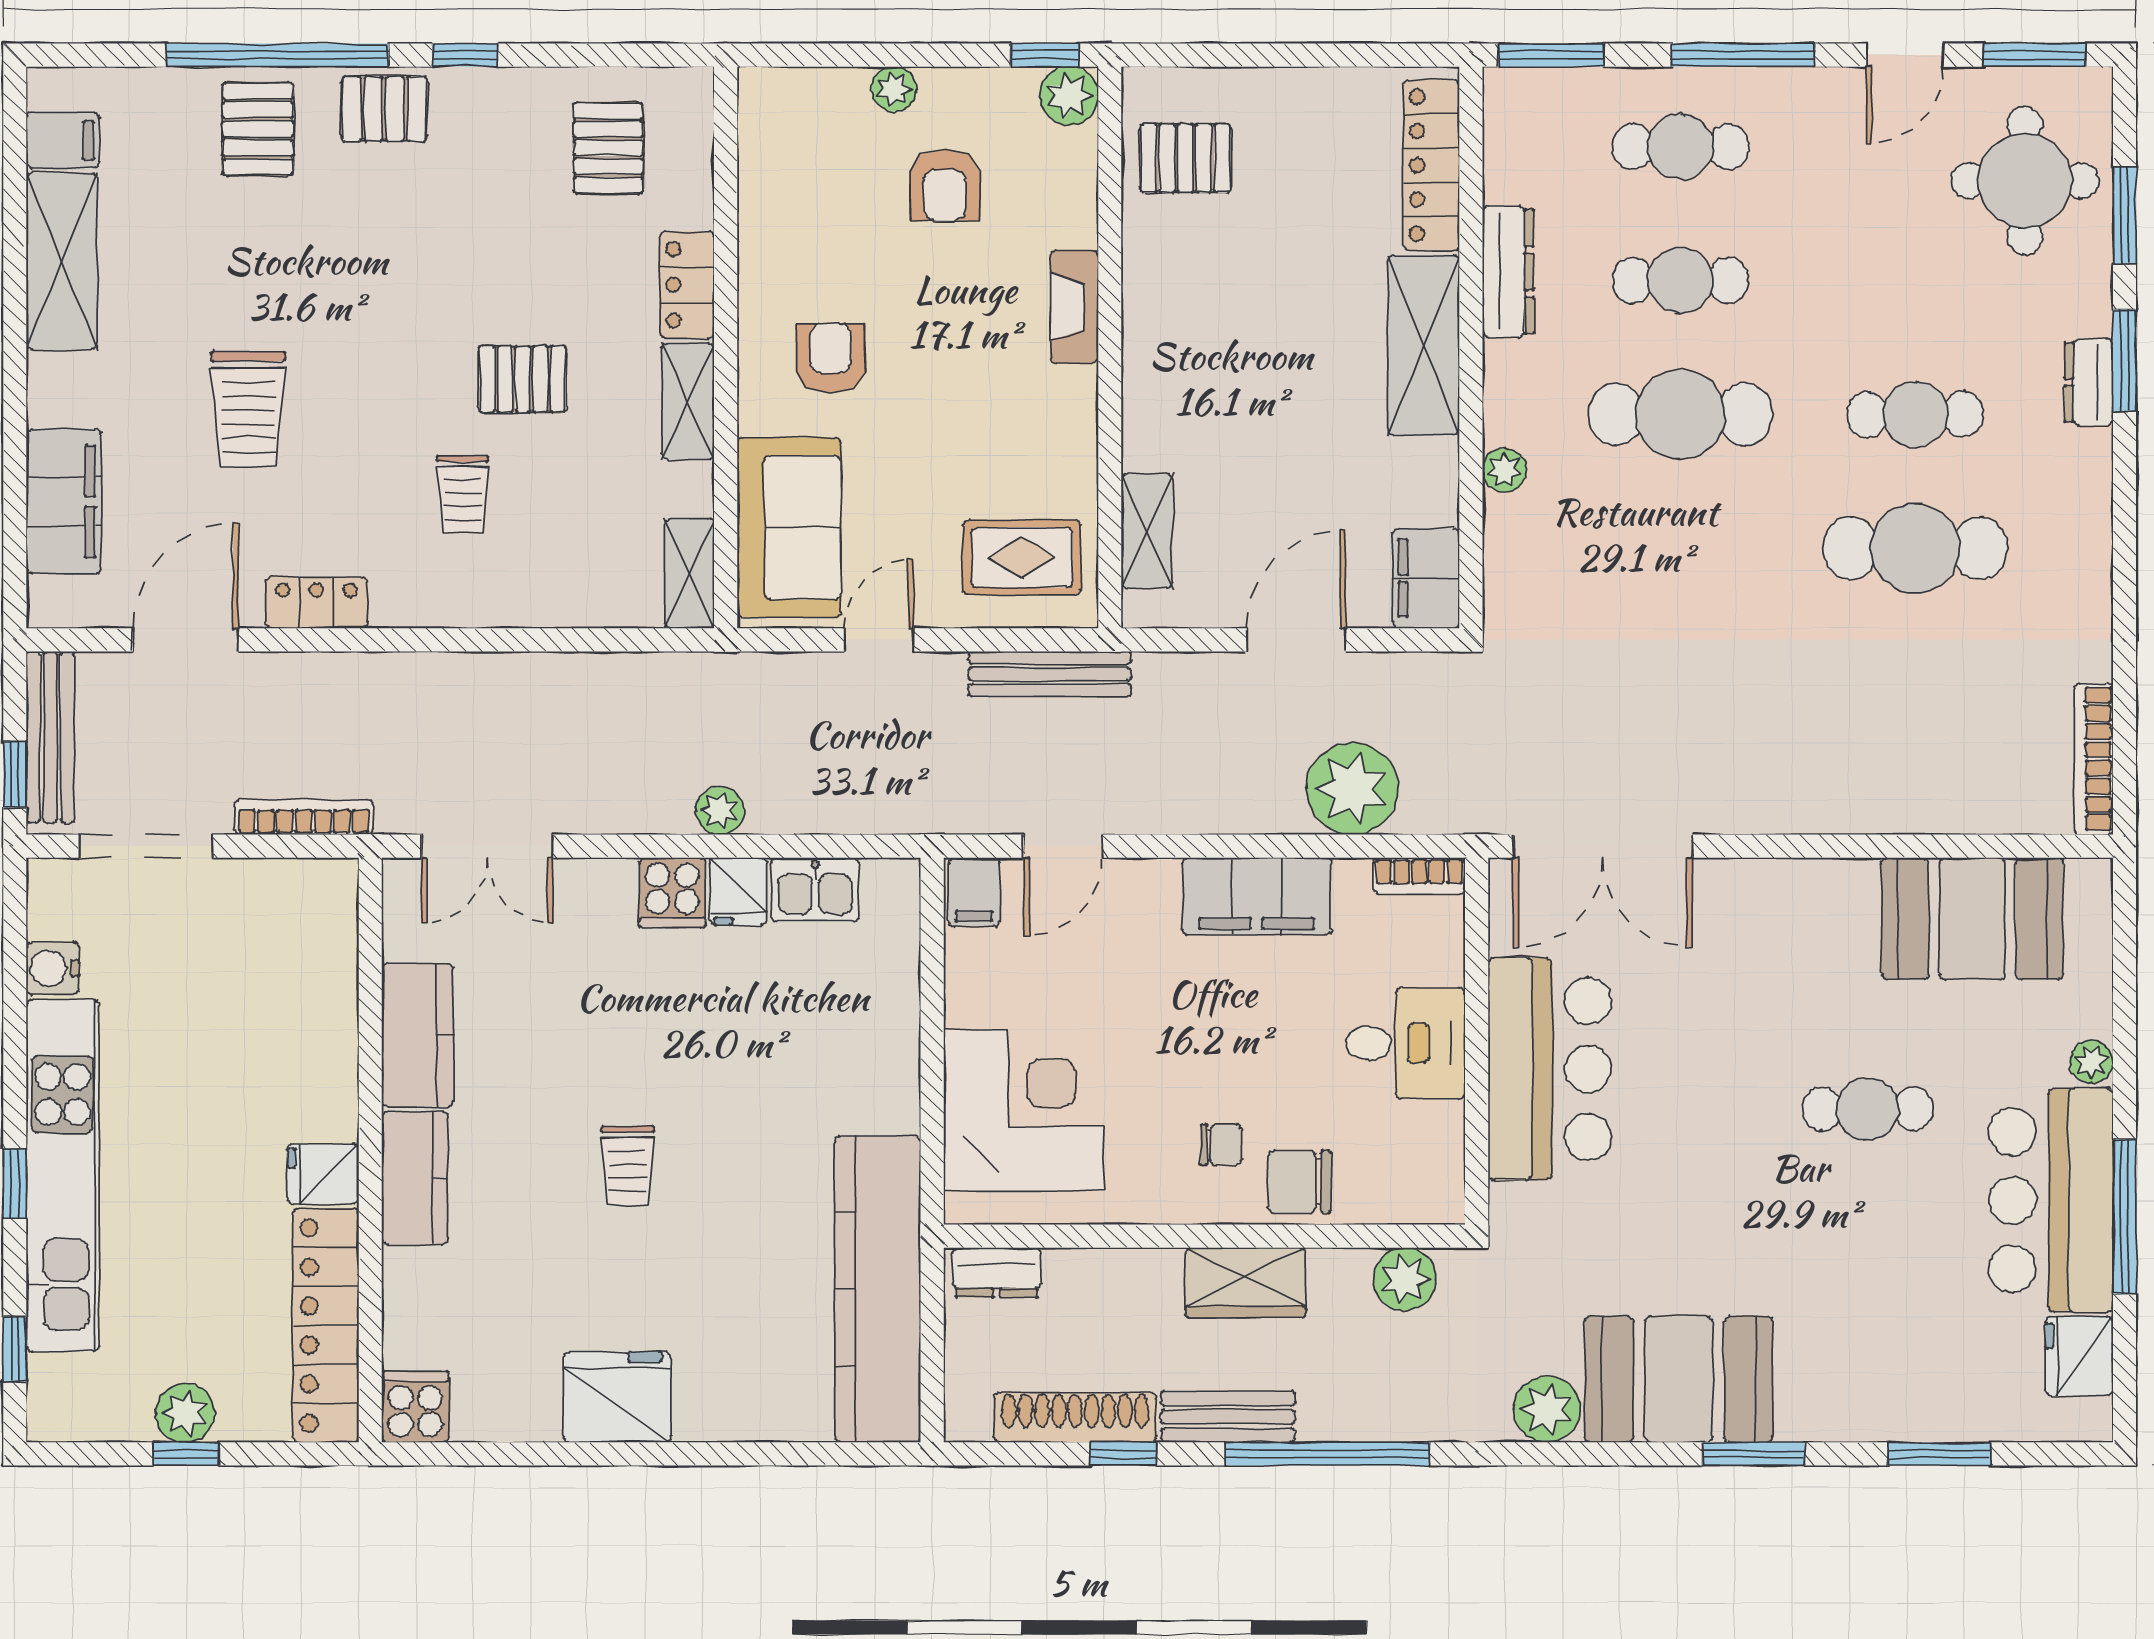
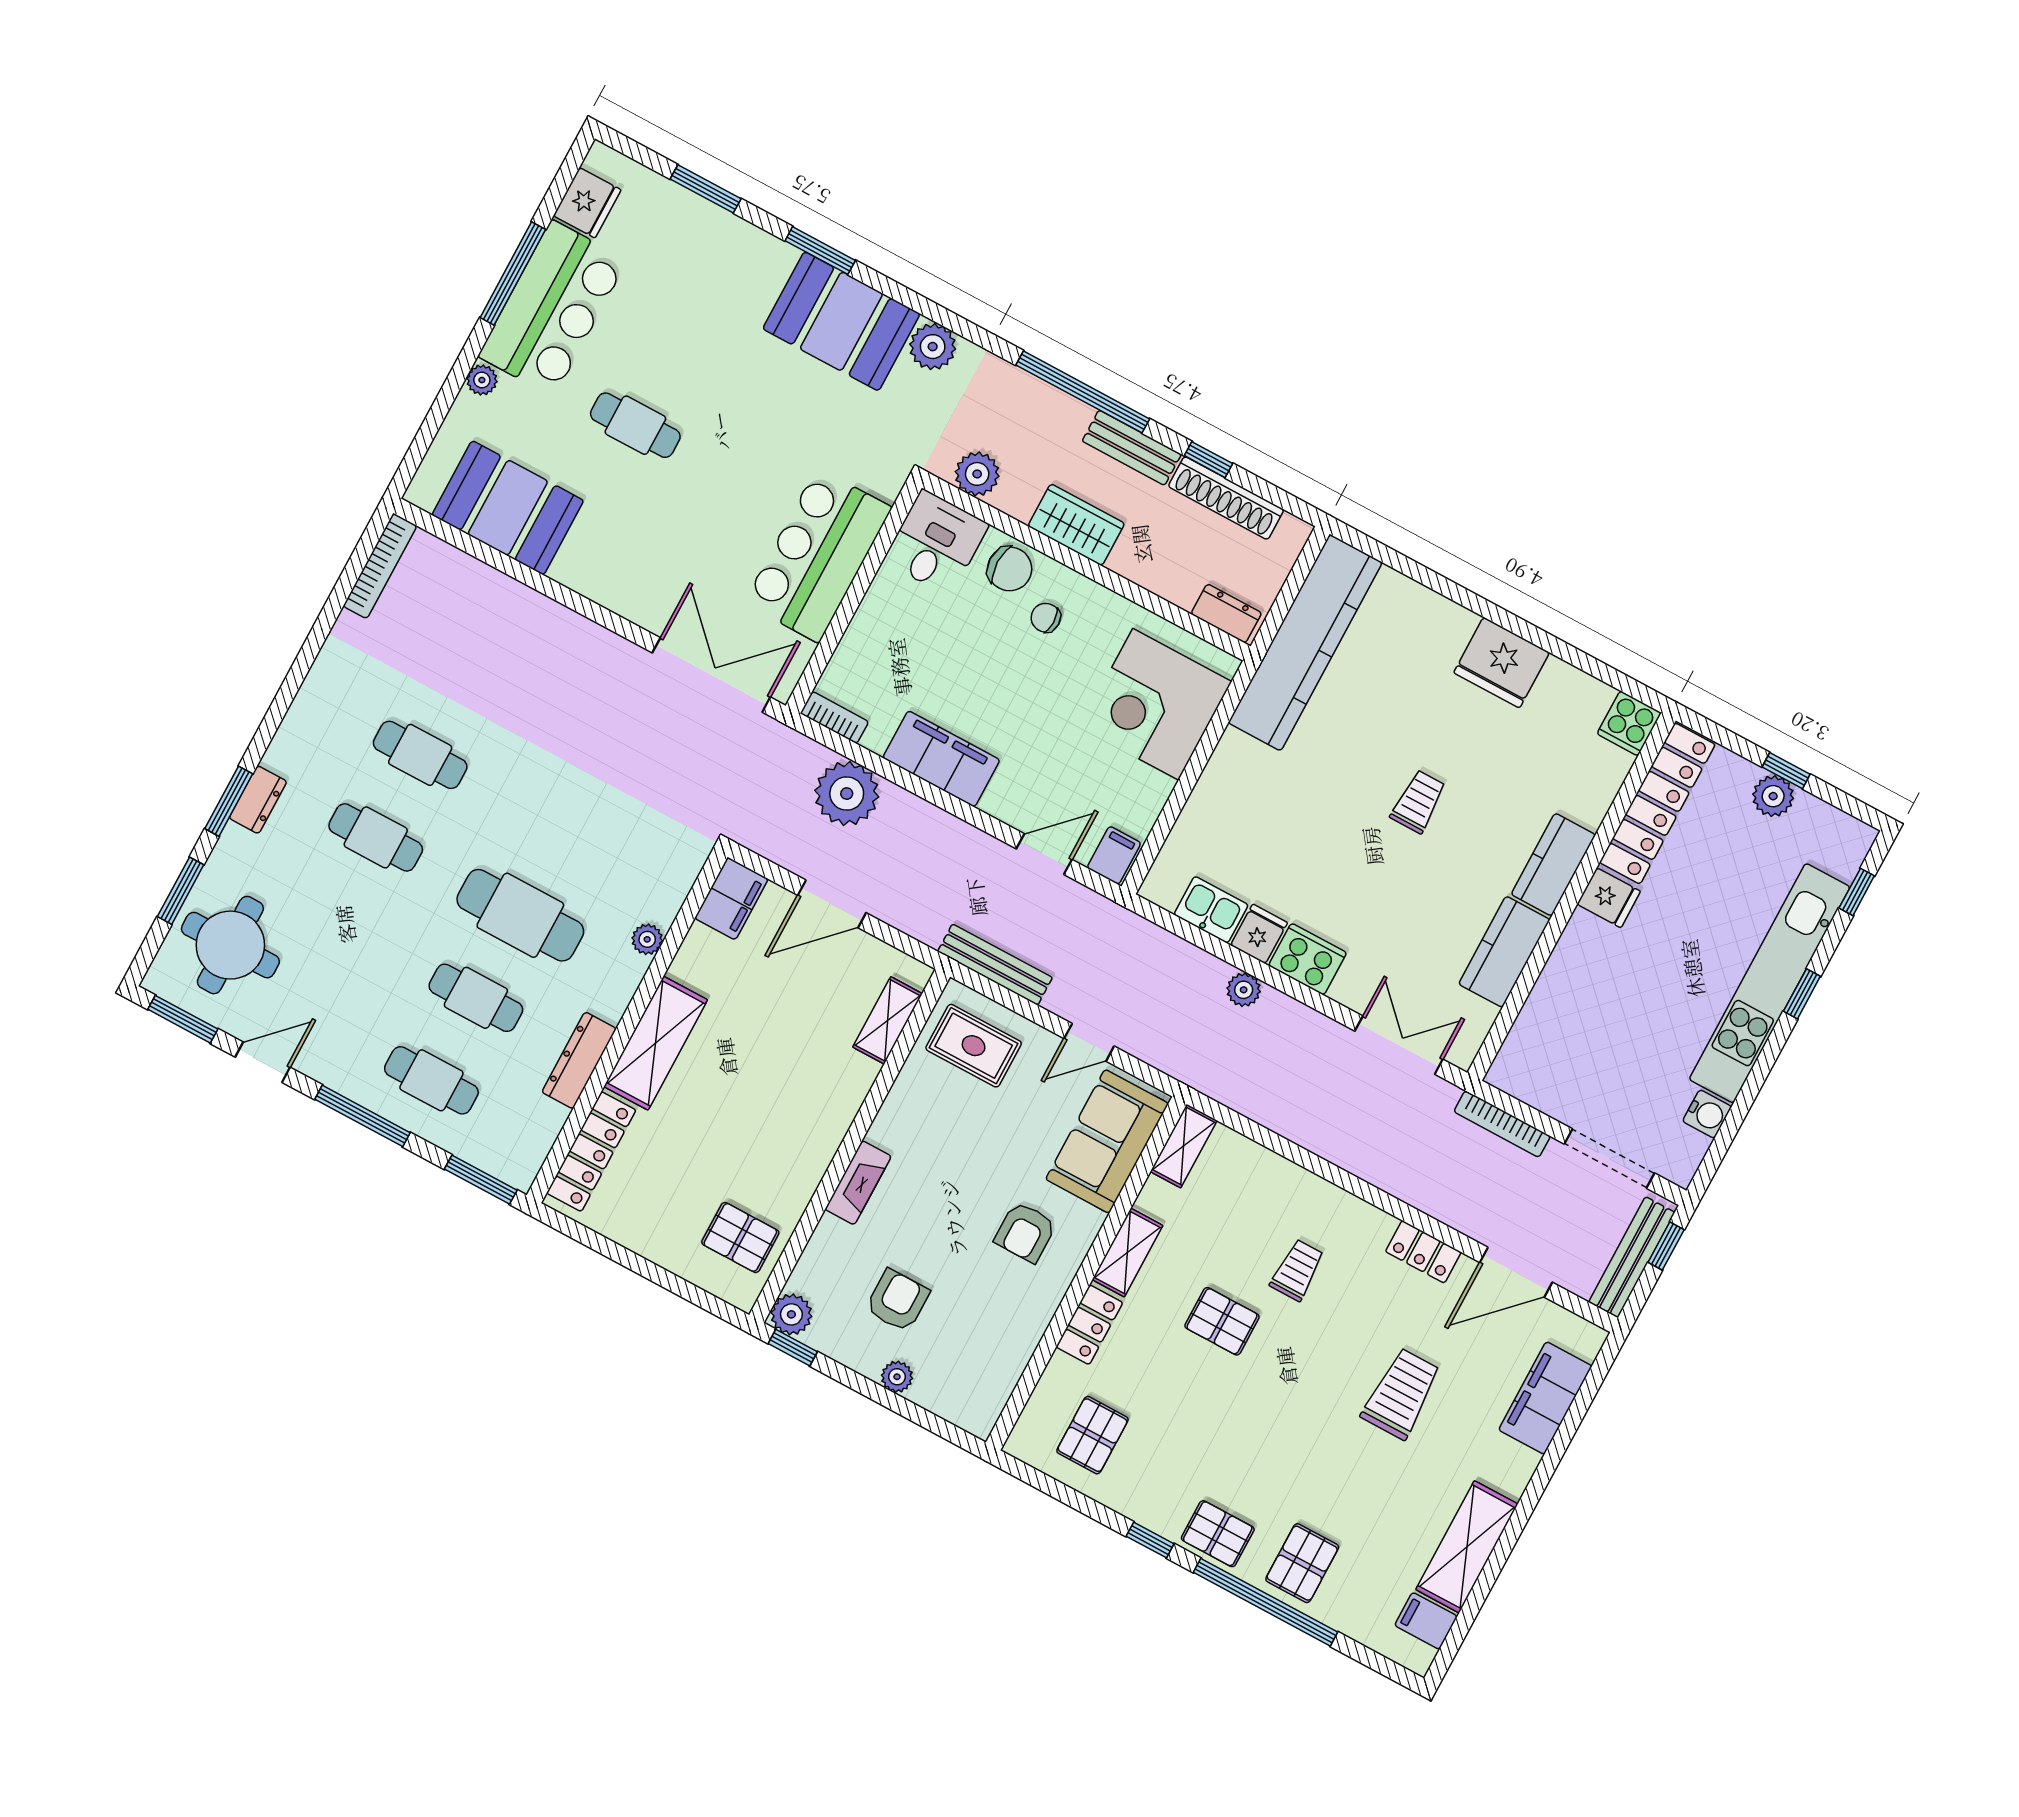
cafe table: (1915, 548) -> (420, 755), width x0.73, depth x0.74
cooker: (672, 893) -> (1308, 959), width x1.36
desk: (1405, 1043) -> (936, 543), moved, turned 90

